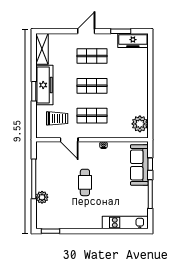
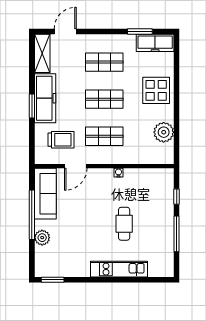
door: (86, 31) -> (65, 31), moved
display table: (134, 79) -> (156, 90), added
plant: (140, 124) -> (164, 132), moved
door: (69, 140) -> (76, 166), hinge flipped
sofa: (139, 165) -> (45, 194), moved, turned 180
cafe table: (85, 182) -> (124, 224), moved
kitchen unit: (125, 223) -> (119, 269), moved

